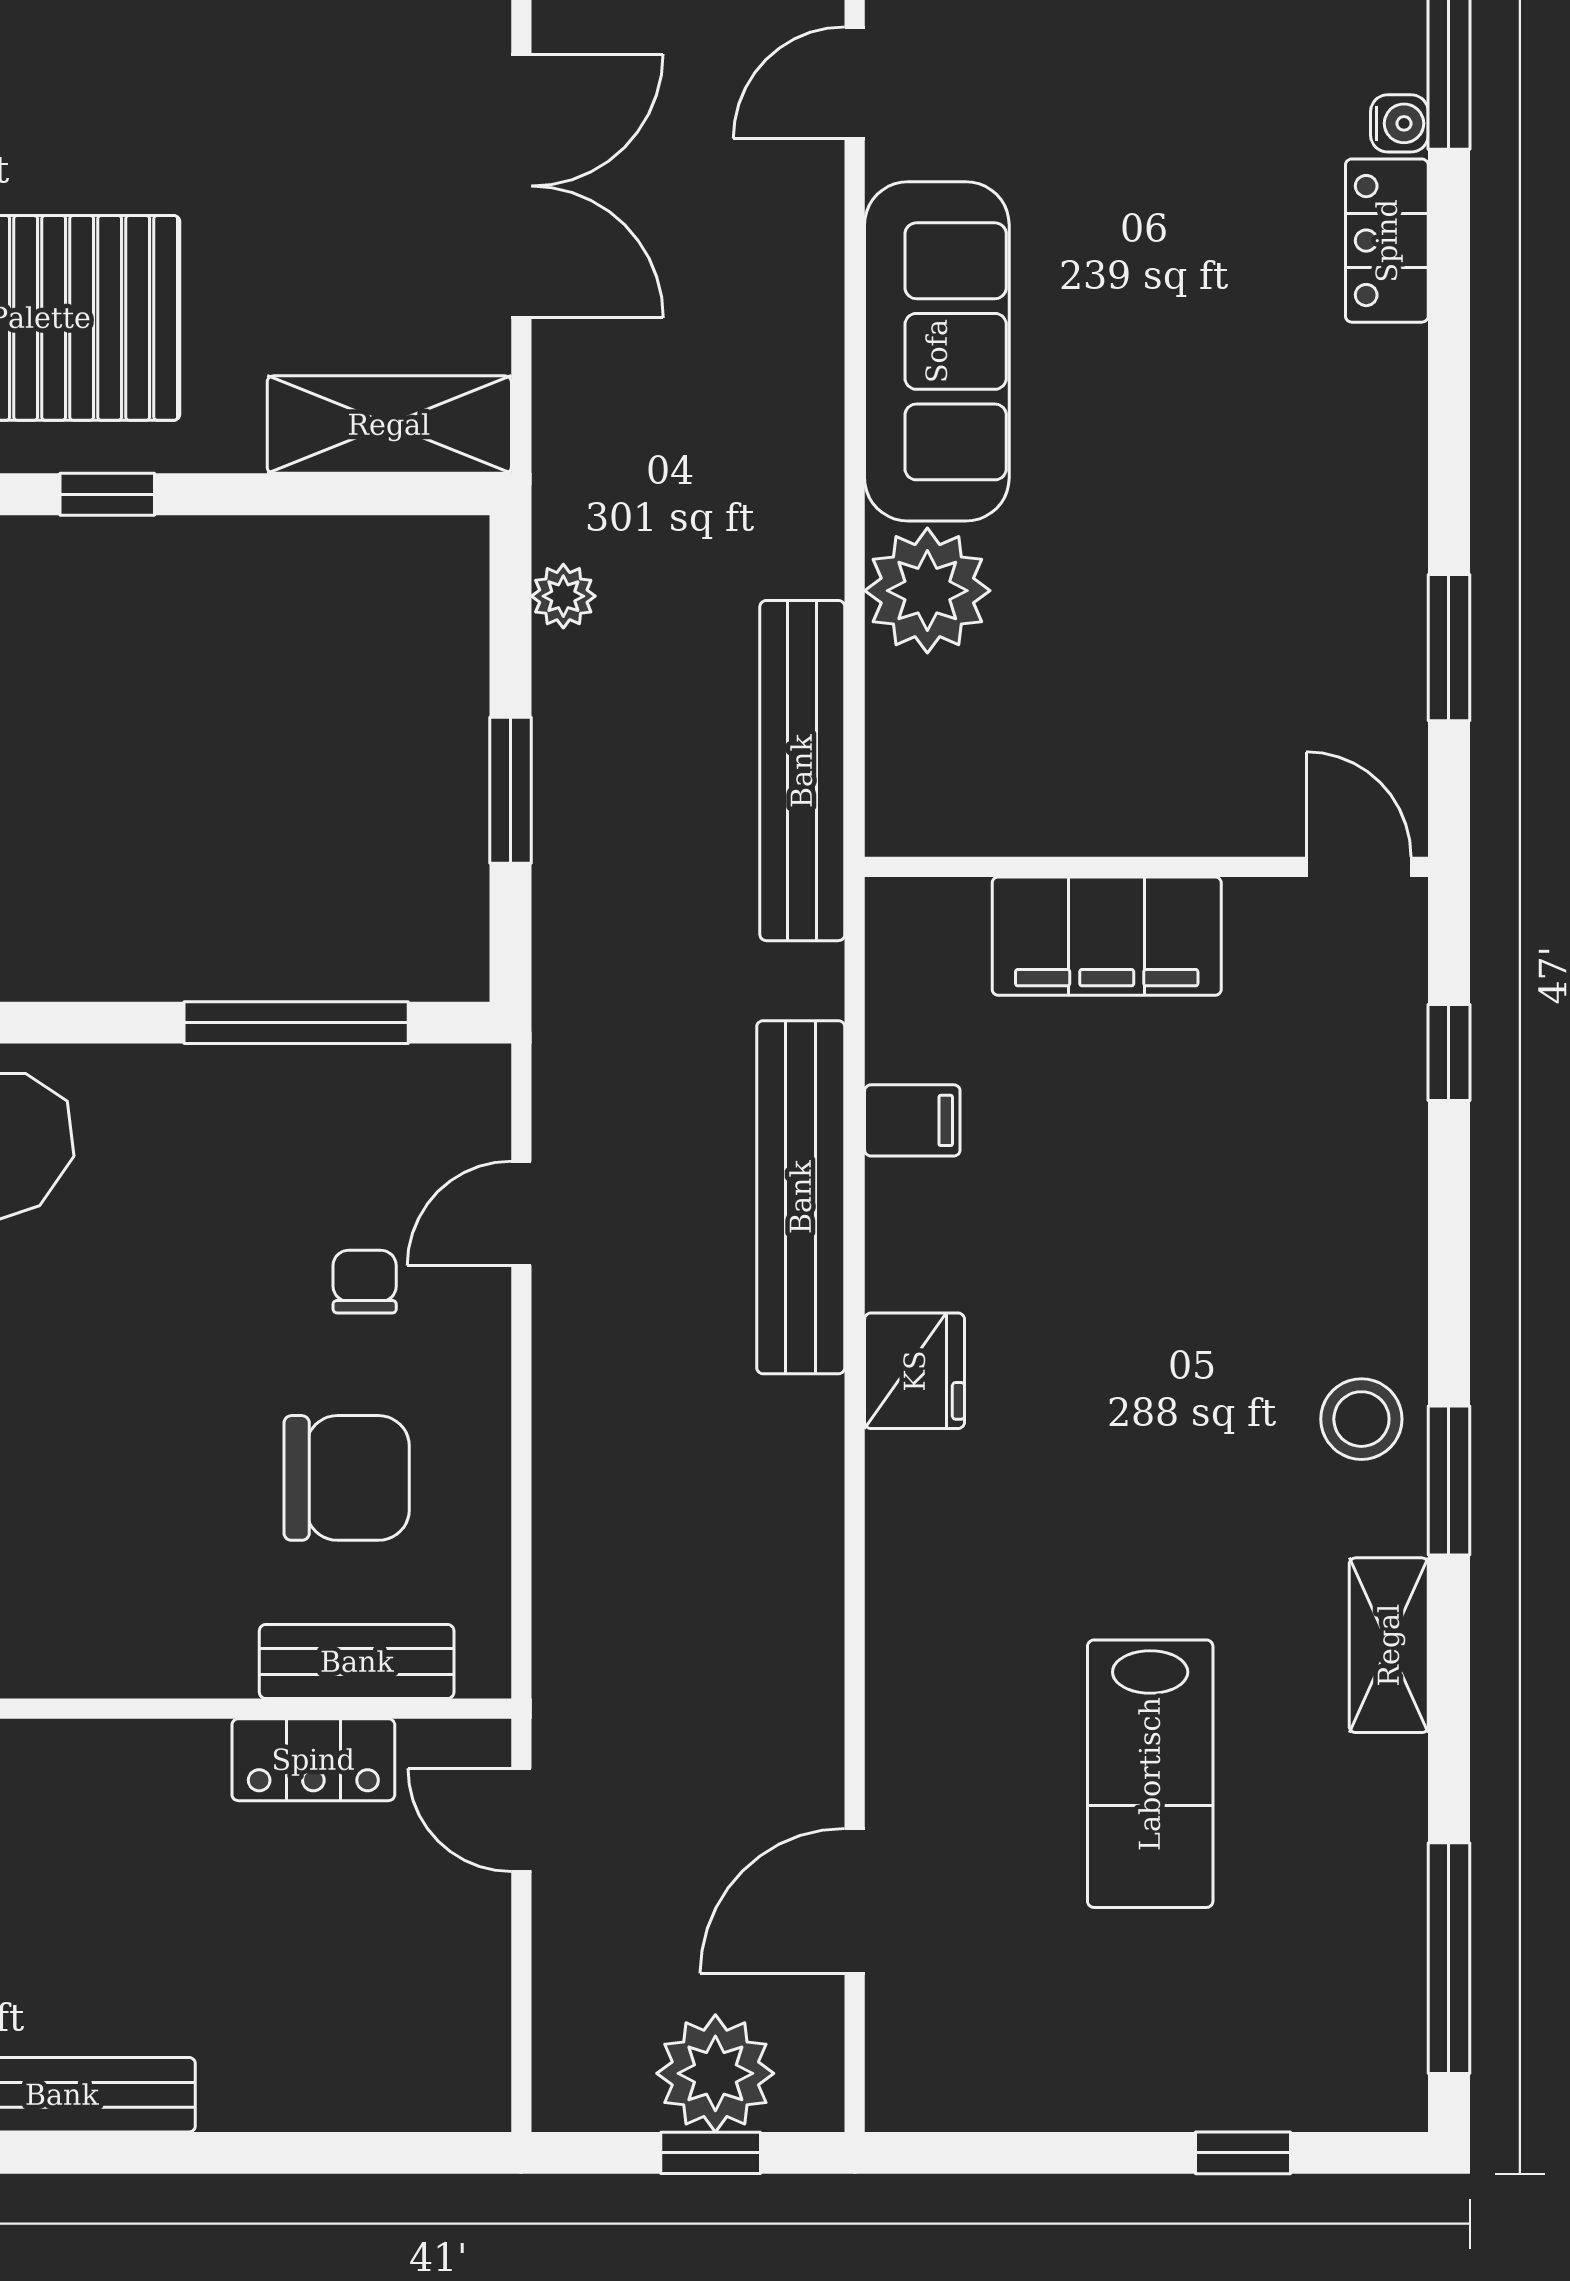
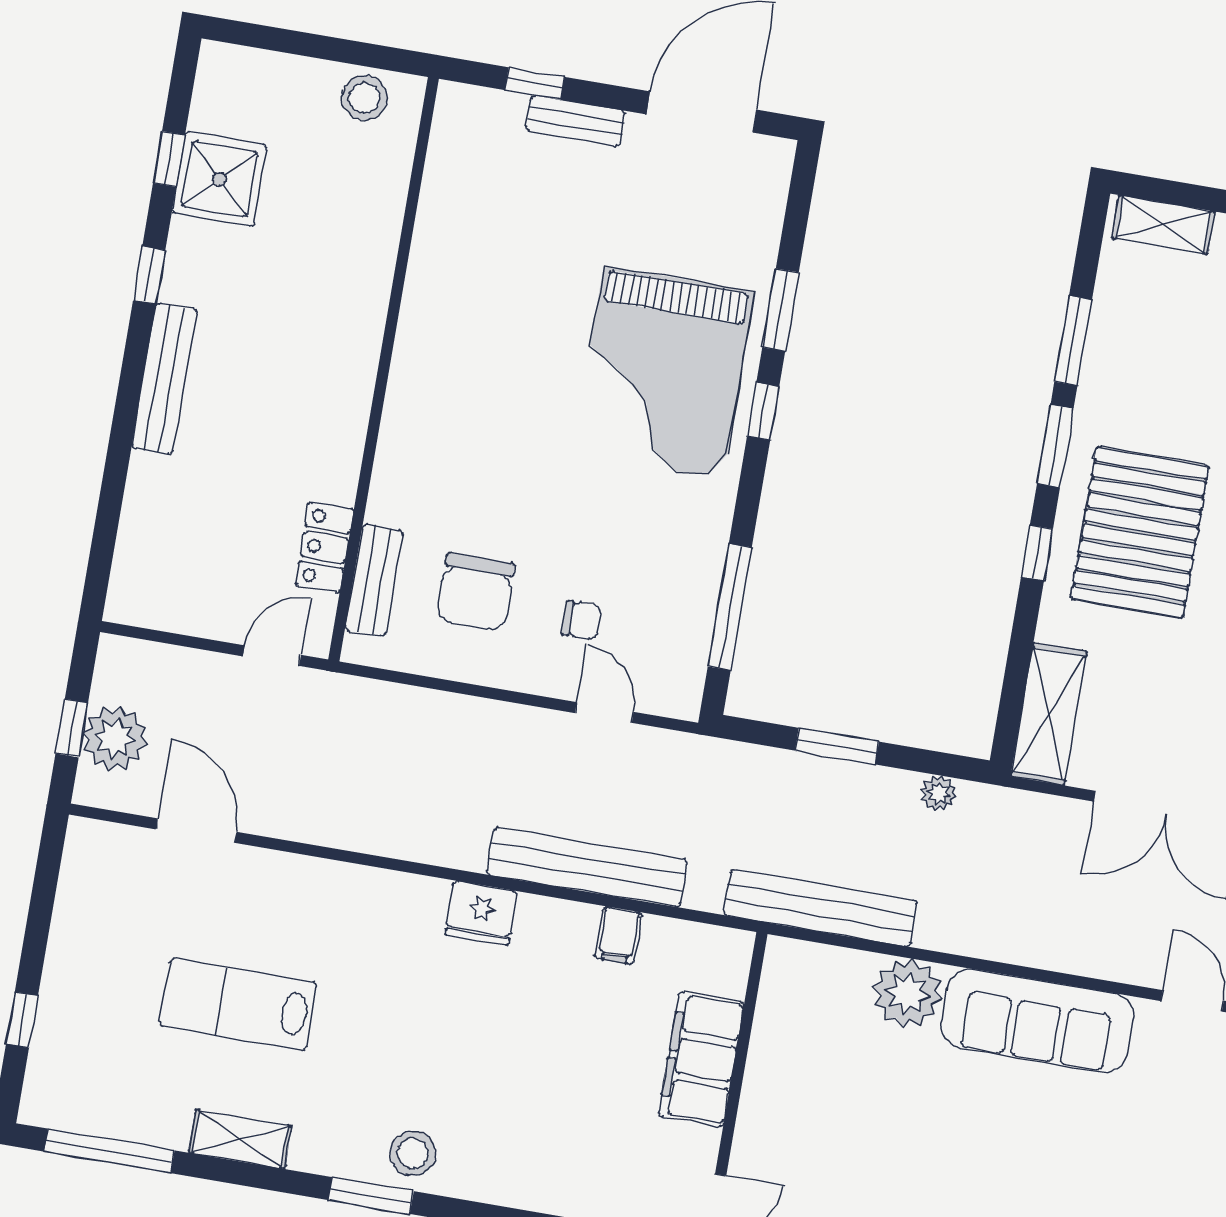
shelving: (1389, 1645) -> (240, 1139), moved

